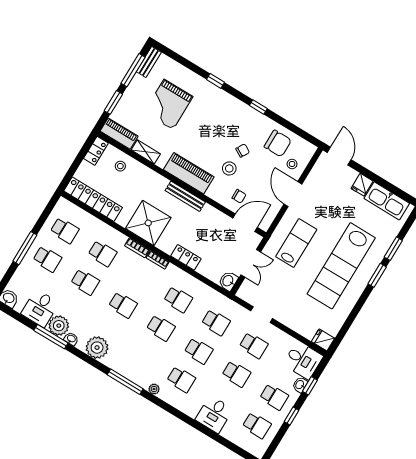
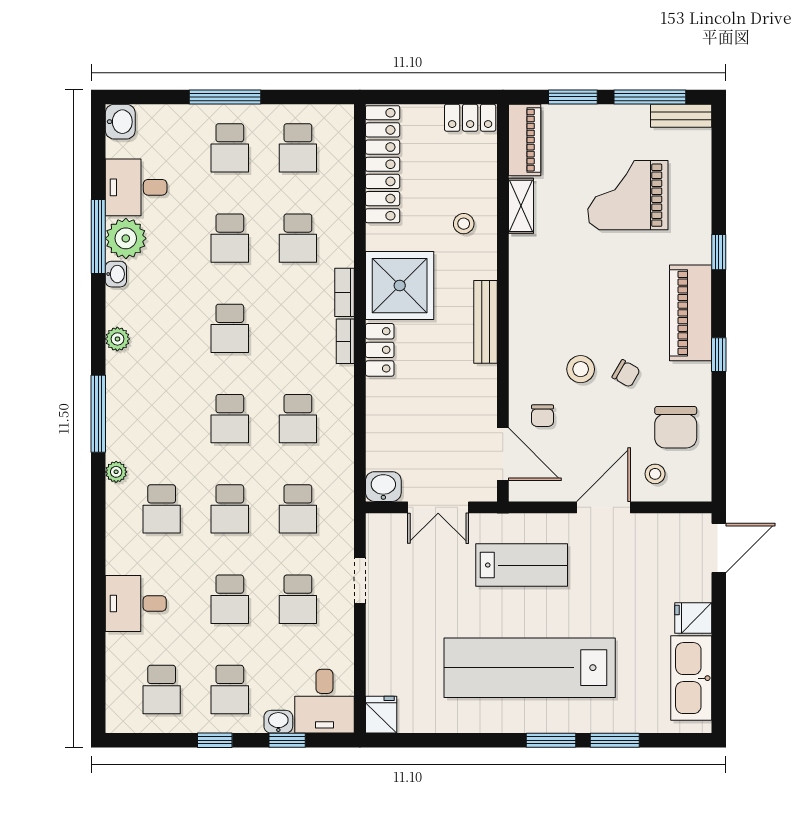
stool: (120, 166) -> (464, 224), moved
piano: (189, 173) -> (691, 313), moved, turned 180
locker: (186, 257) -> (380, 350), moved
plant: (97, 348) -> (117, 339), width x0.53, depth x0.53

